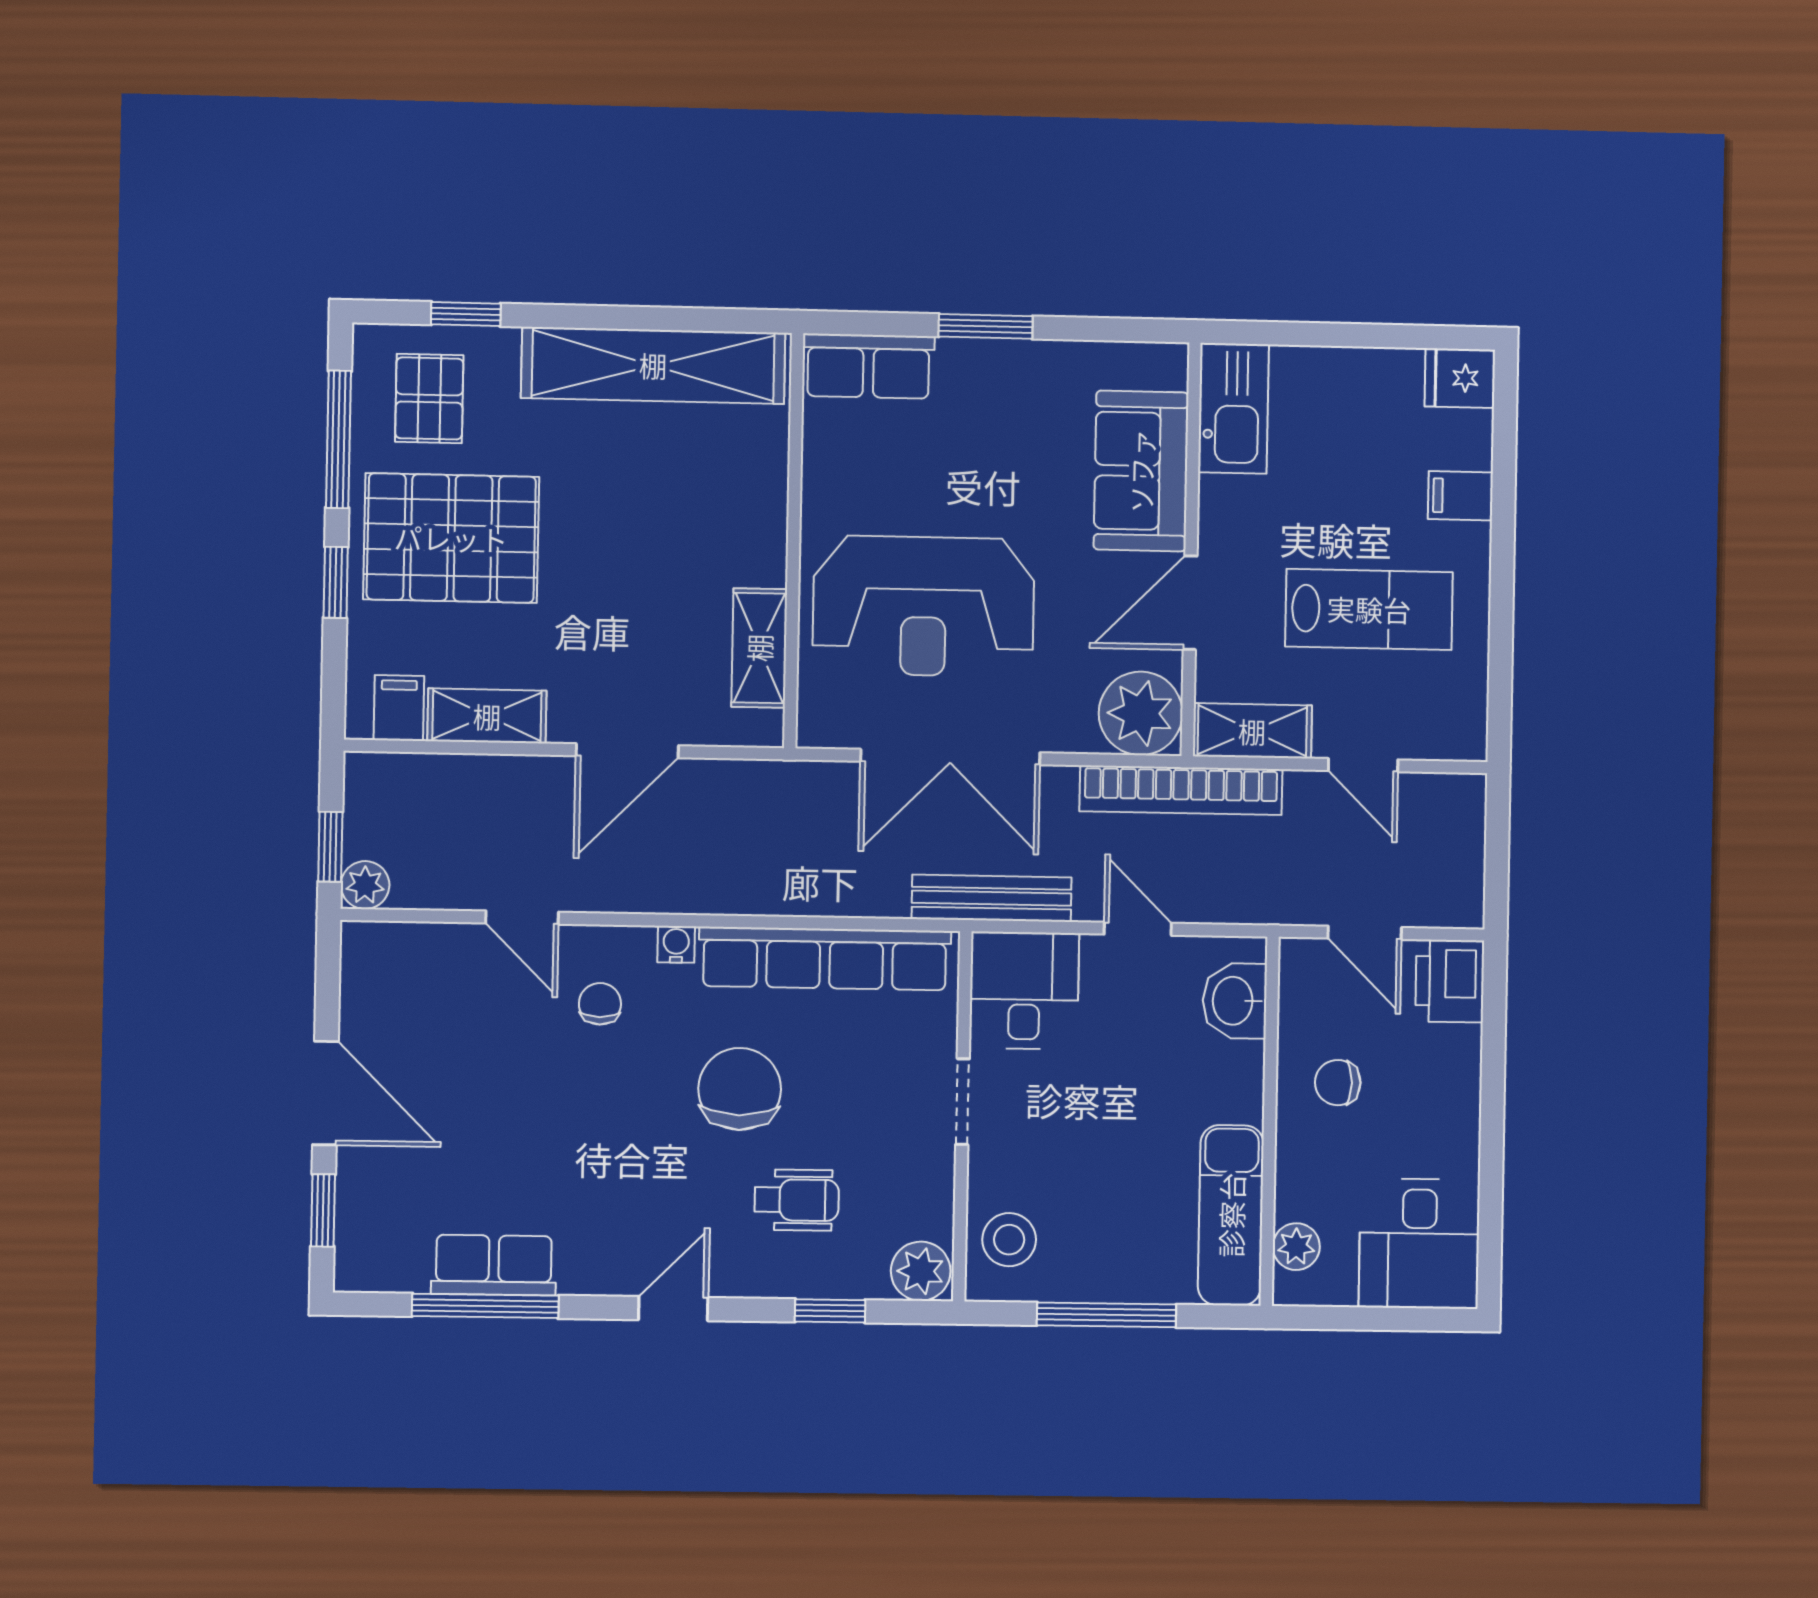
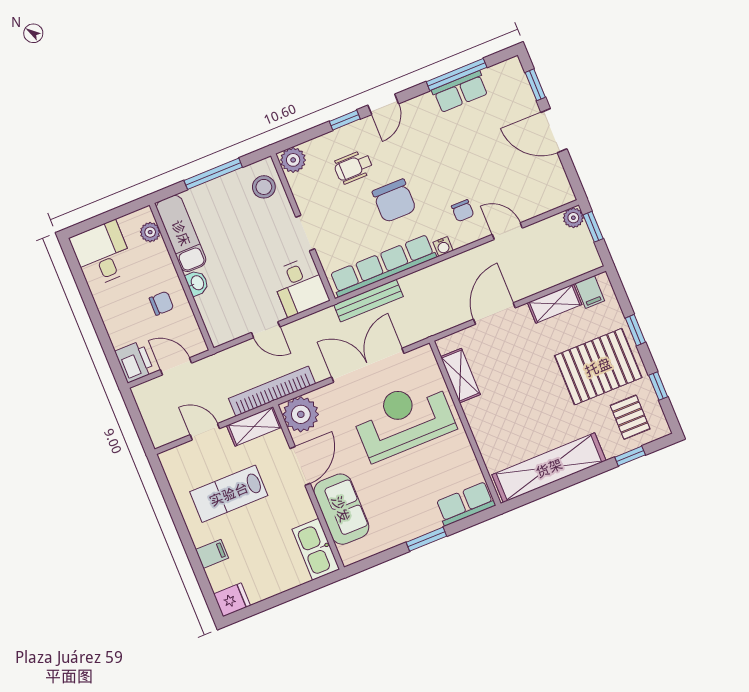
window: (338, 439) -> (658, 386), width x0.46
bench: (992, 898) -> (368, 301), moved
washbasin: (1235, 1001) -> (197, 283), moved, width x0.72, depth x0.69
window: (830, 1311) -> (345, 120), moved

